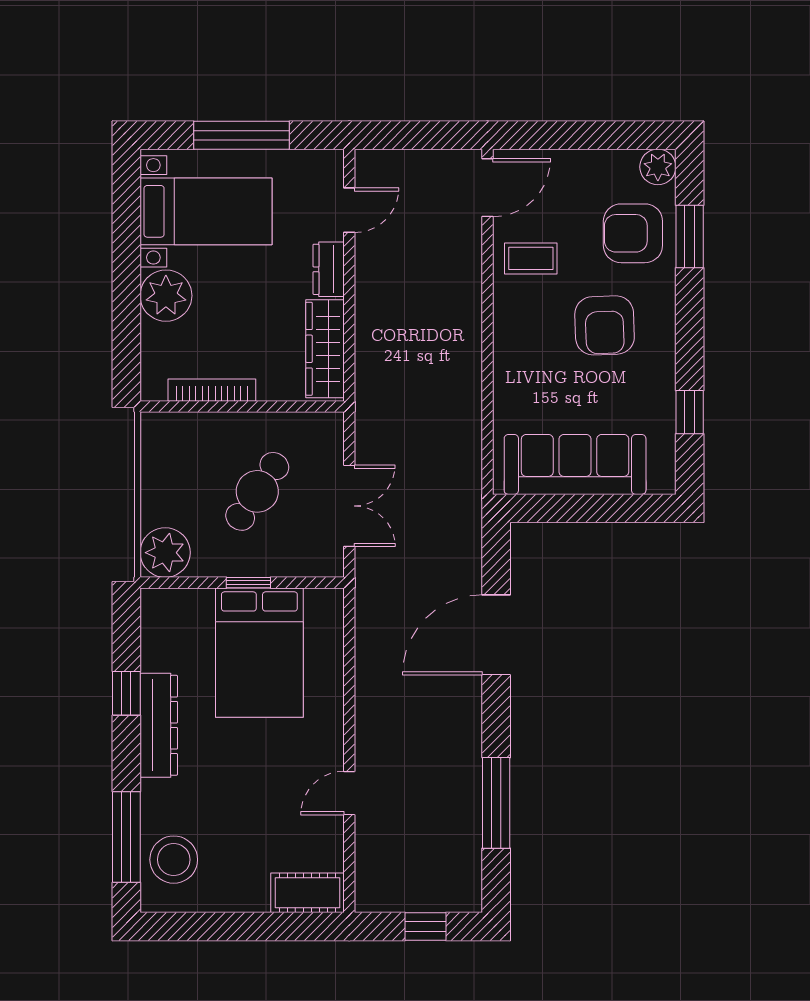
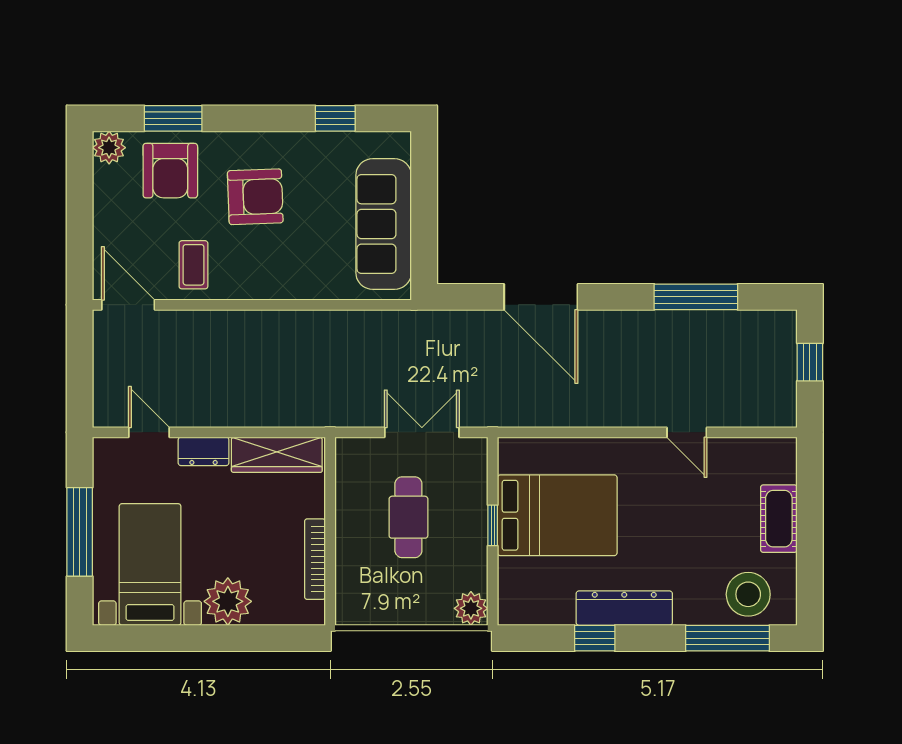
cafe table: (257, 491) -> (408, 517), turned 56
plant: (165, 553) -> (471, 608), width x0.73, depth x0.73
cot: (308, 893) -> (779, 519), moved

